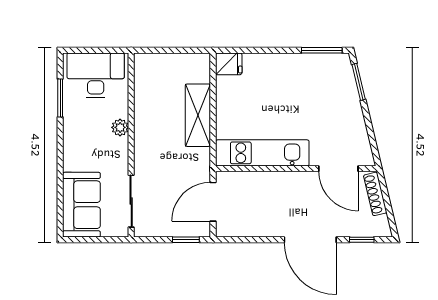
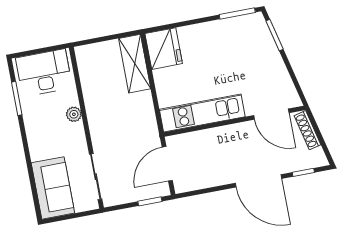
fridge: (229, 64) -> (164, 49), width x1.88, depth x1.34
shelving: (198, 115) -> (135, 64), moved

